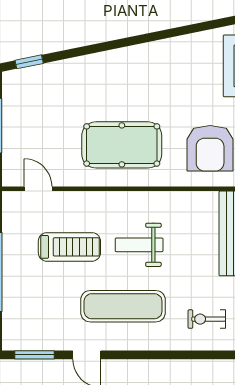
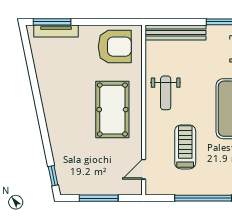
weight bench: (139, 245) -> (166, 93), moved

